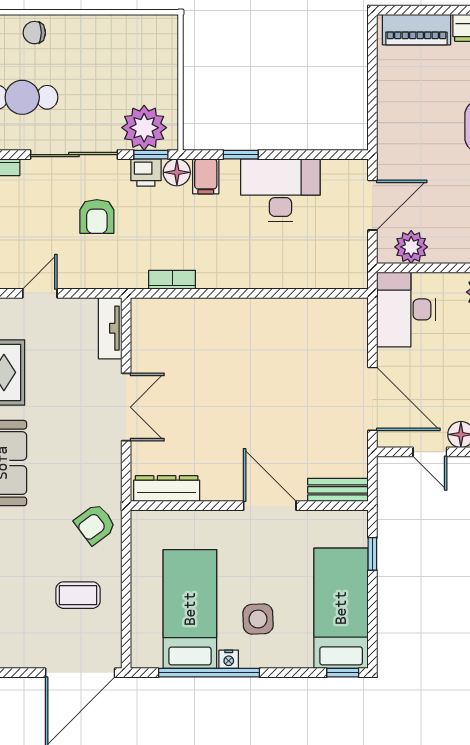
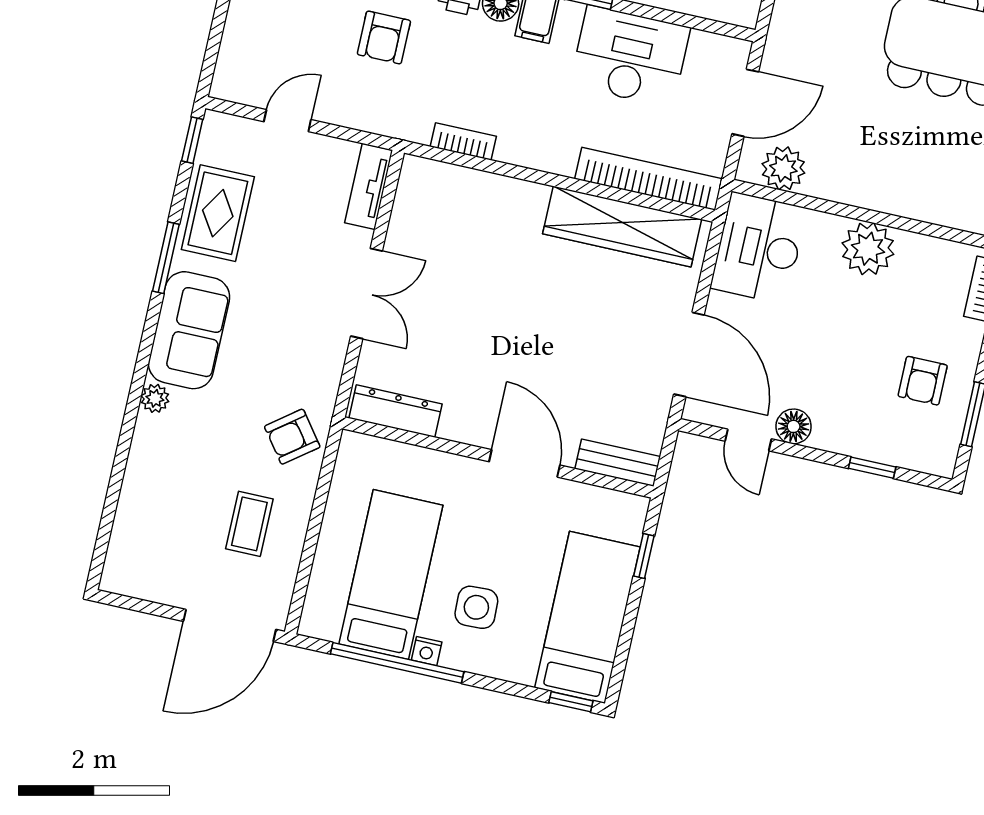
bookcase: (314, 277) -> (649, 179), added
wardrobe: (302, 316) -> (622, 226), added
coffee table: (78, 595) -> (249, 524), turned 90

